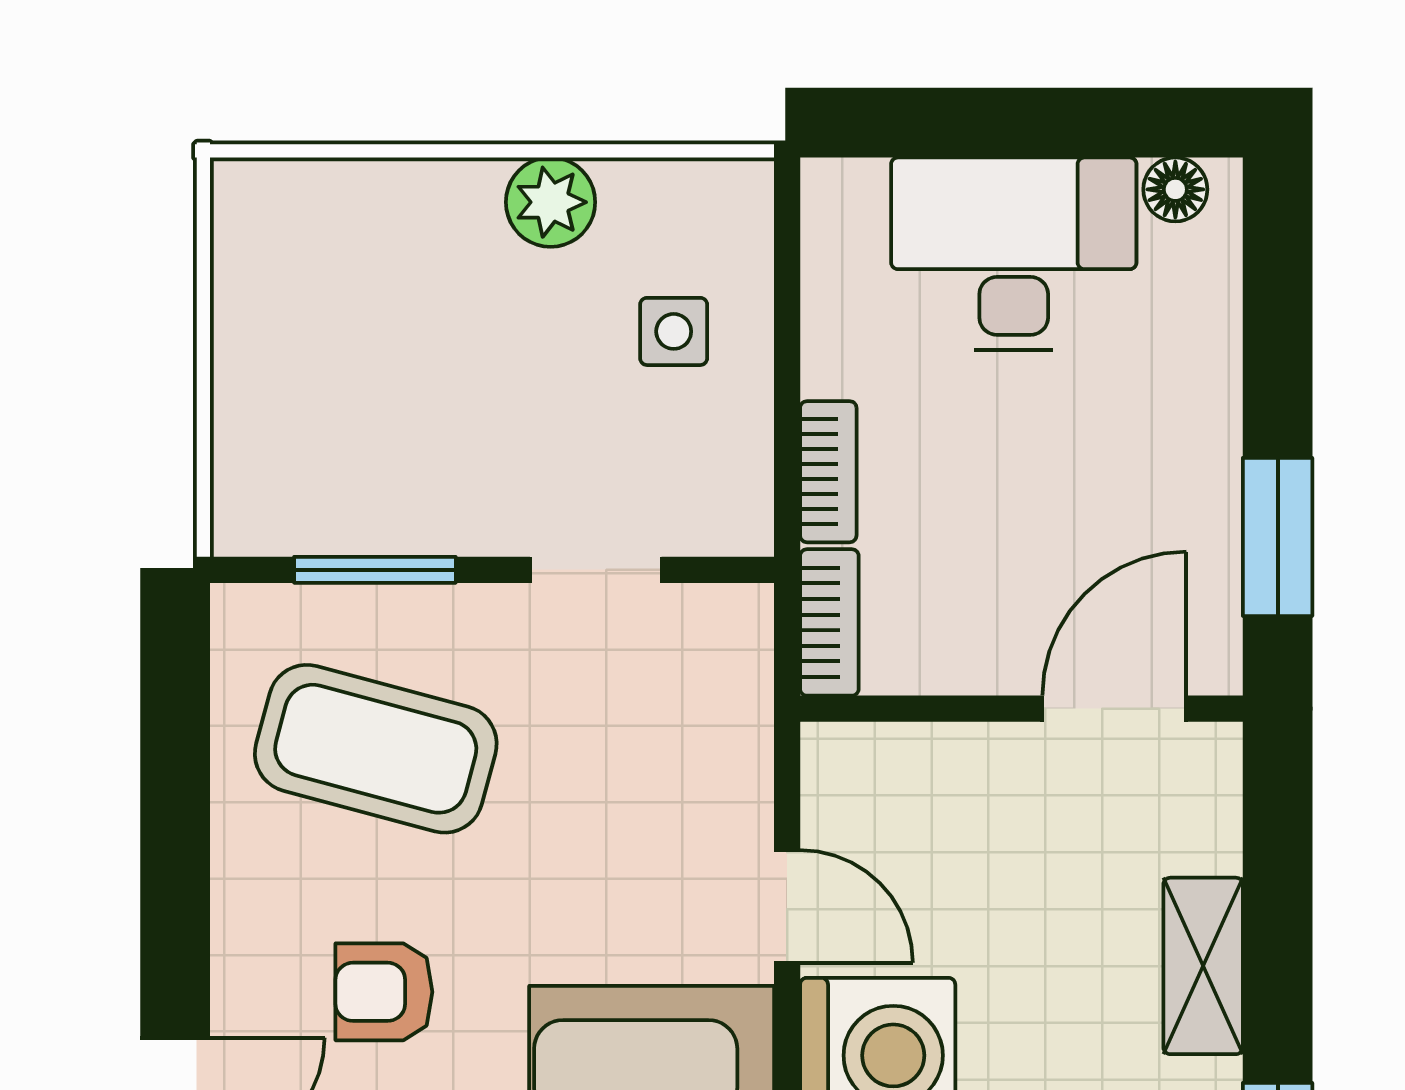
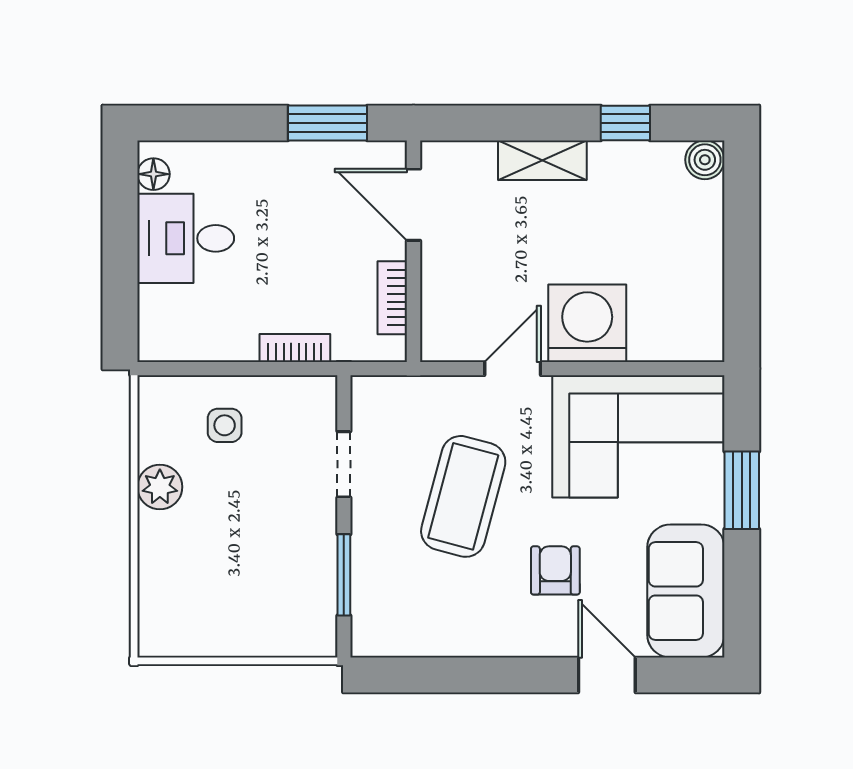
desk: (1014, 254) -> (186, 238), width x0.73
bookcase: (829, 622) -> (392, 298), moved, turned -90
coffee table: (376, 749) -> (463, 496), moved
armchair: (384, 992) -> (555, 570), turned 180

